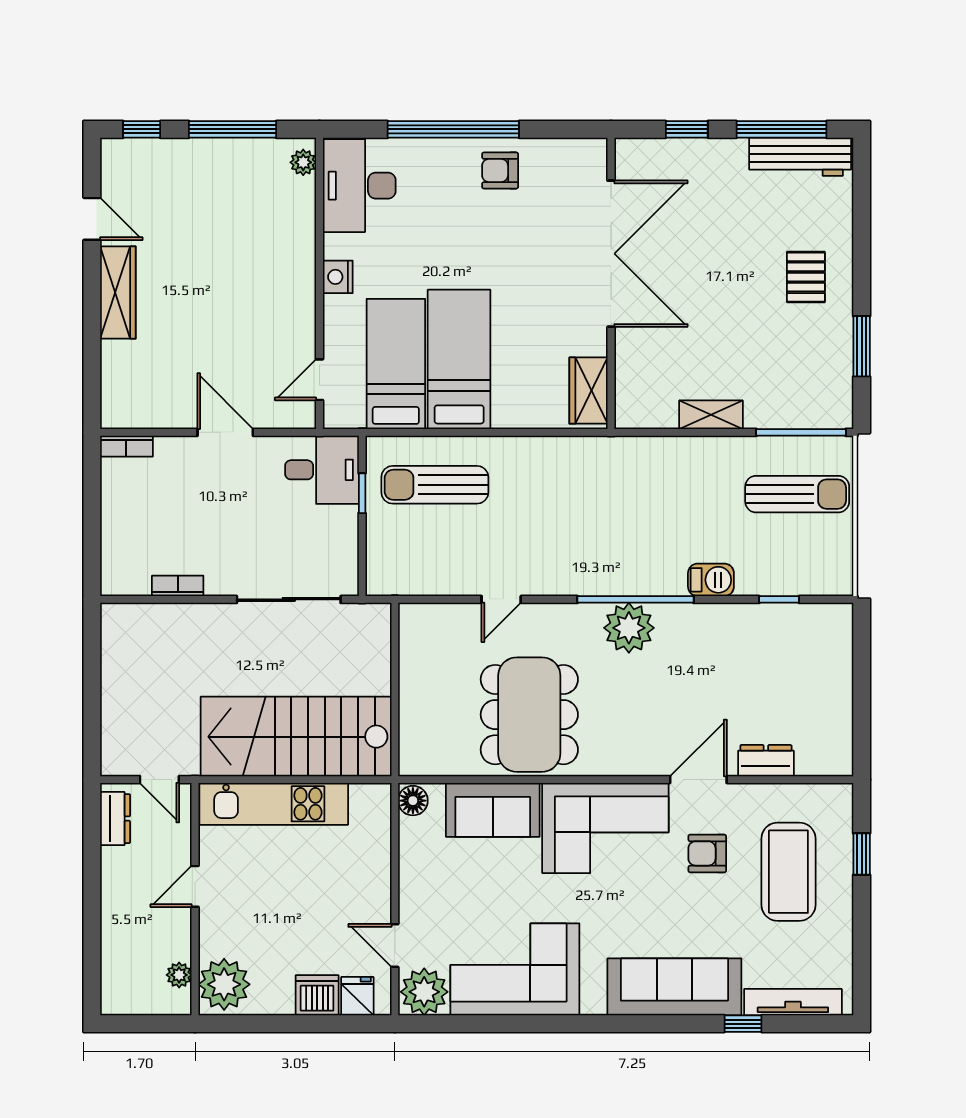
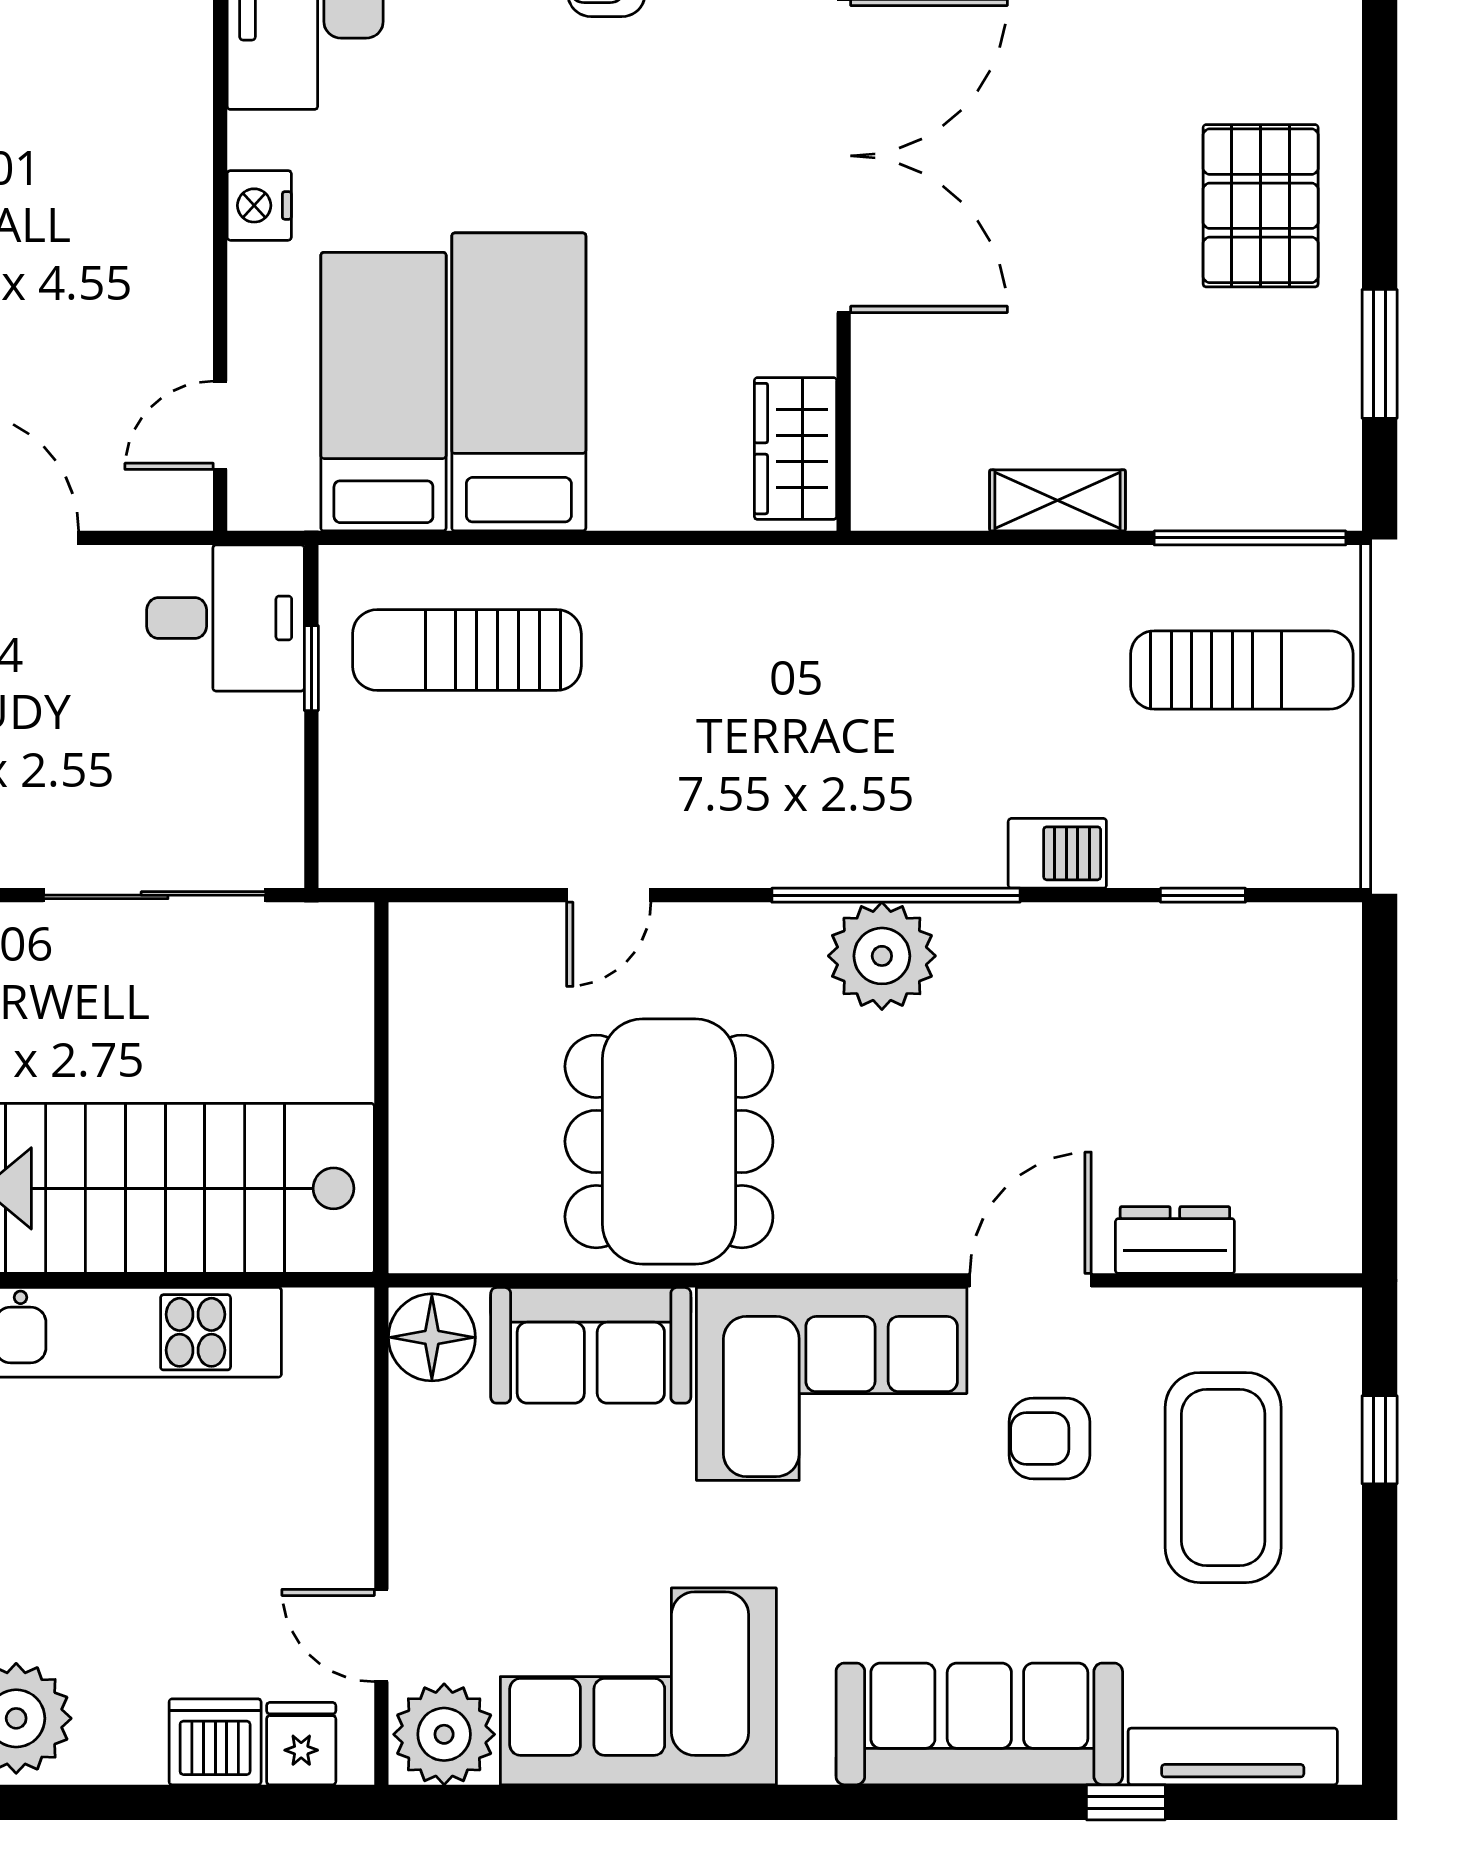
pallet: (806, 277) -> (1261, 206), width x1.50, depth x1.42
floor lamp: (413, 801) -> (432, 1337), width x1.38, depth x1.38

